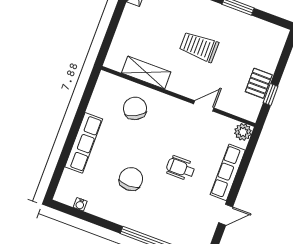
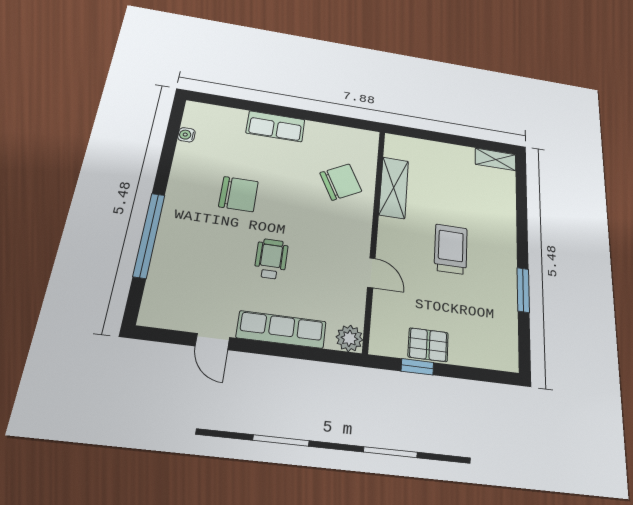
row of seats: (84, 143) -> (276, 126), width x0.68

